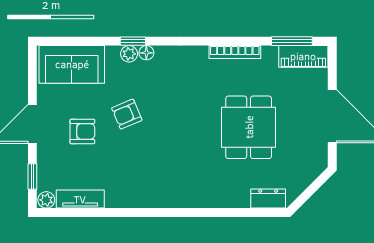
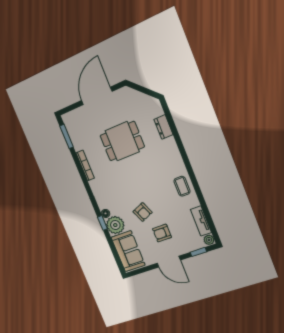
plant: (129, 54) -> (115, 225), width x1.87, depth x1.87
piano: (303, 56) -> (72, 127), removed
armchair: (82, 131) -> (162, 233), turned -90
coffee table: (144, 191) -> (182, 186), added
dresser: (268, 199) -> (163, 127), moved

